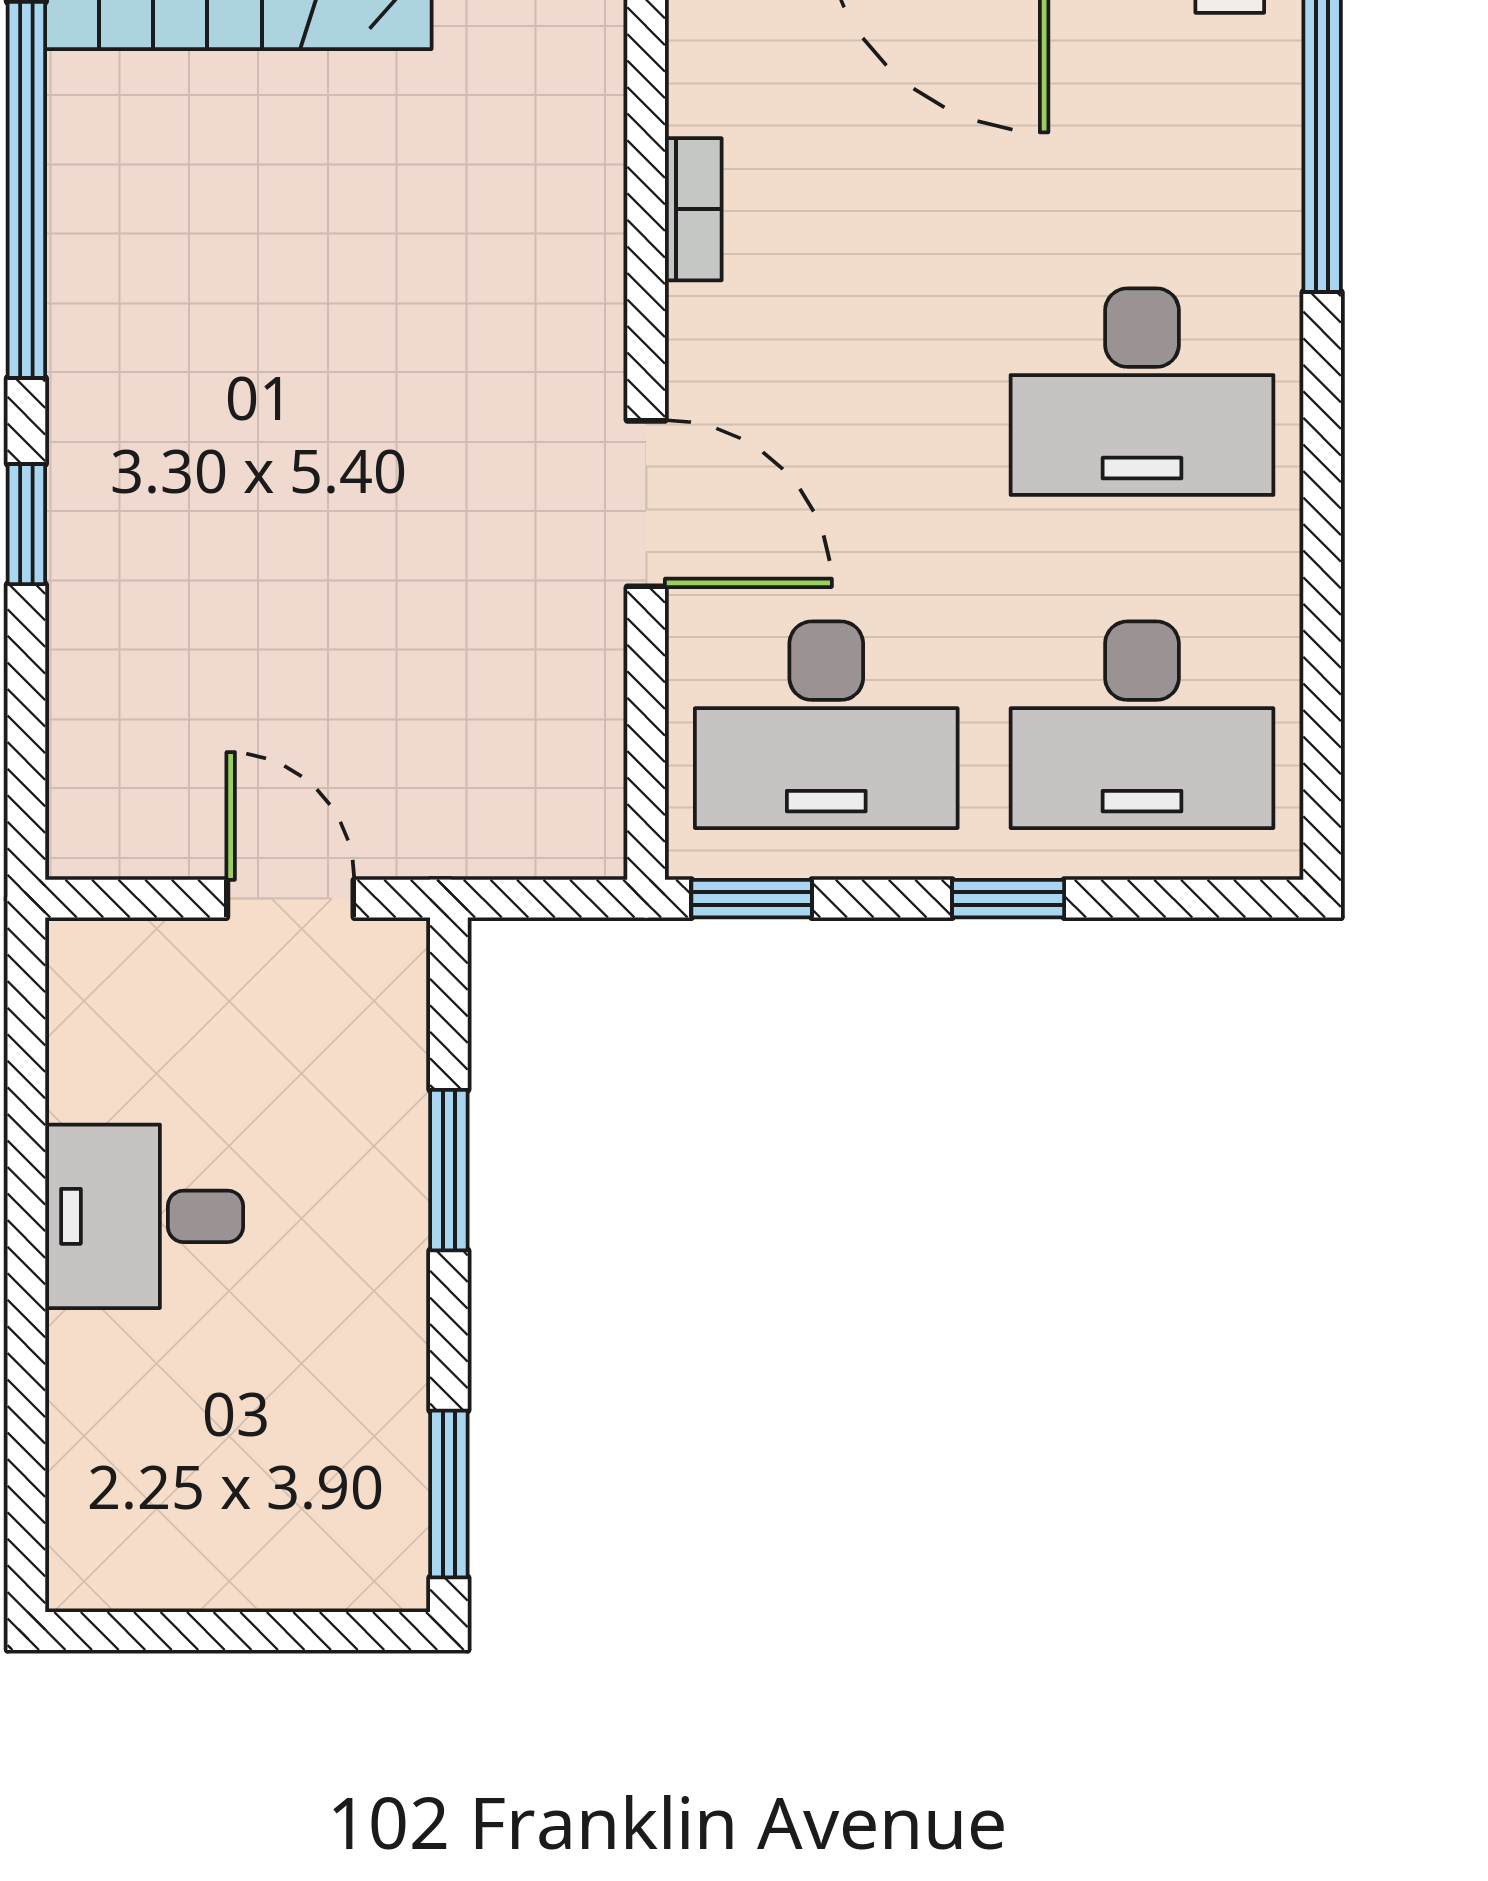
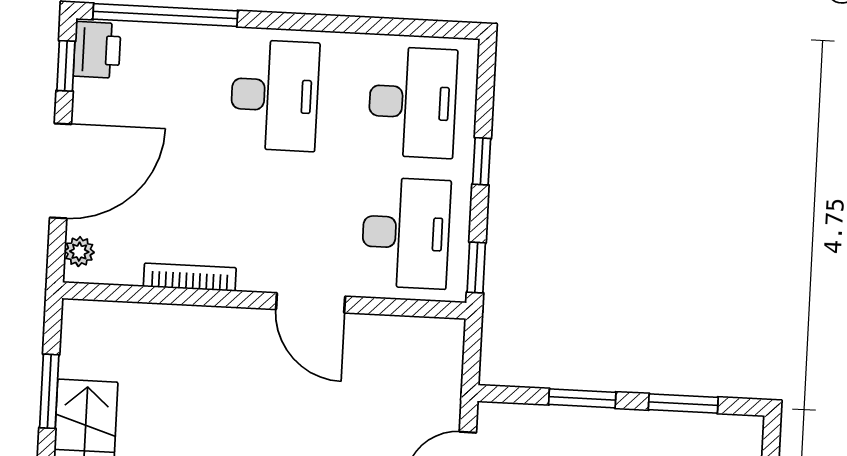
bookcase: (693, 209) -> (190, 277), width x1.56
door: (646, 504) -> (311, 303), swing flipped
window: (449, 1494) -> (683, 404), moved

